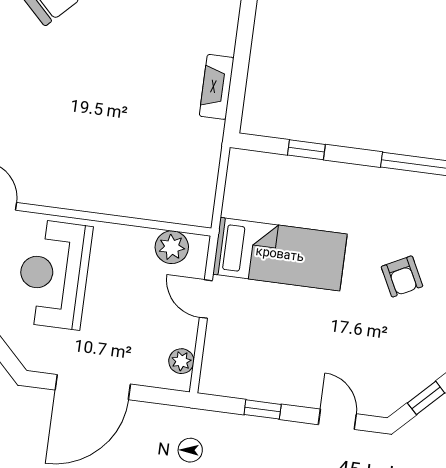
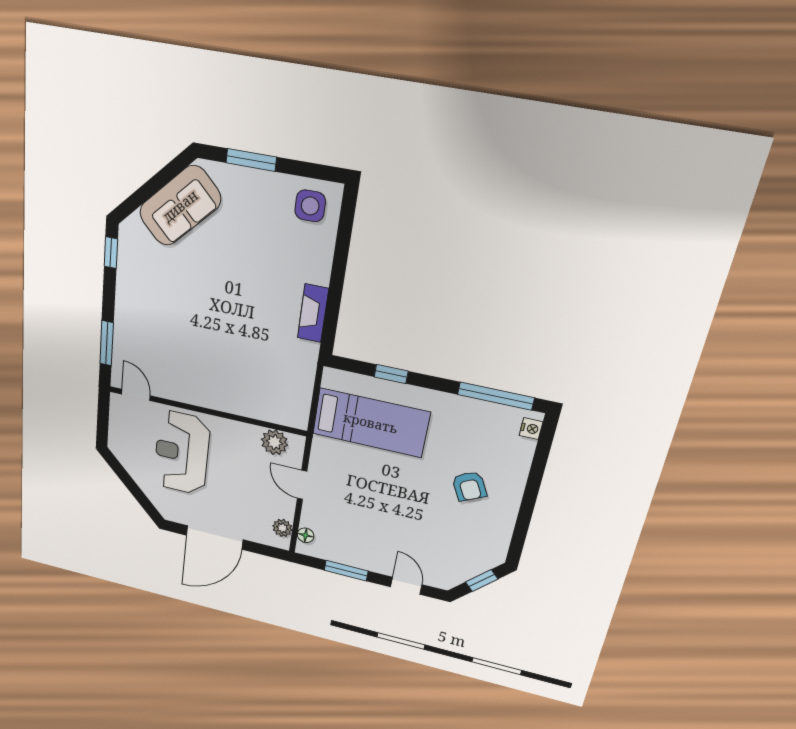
bed: (280, 254) -> (371, 423), moved
floor lamp: (211, 367) -> (306, 535), added
window: (263, 409) -> (346, 571), width x1.50

